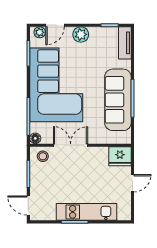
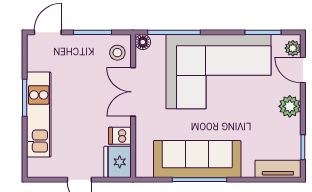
double door: (71, 145) -> (133, 92), swing flipped
dishwasher: (102, 155) -> (120, 136), added

